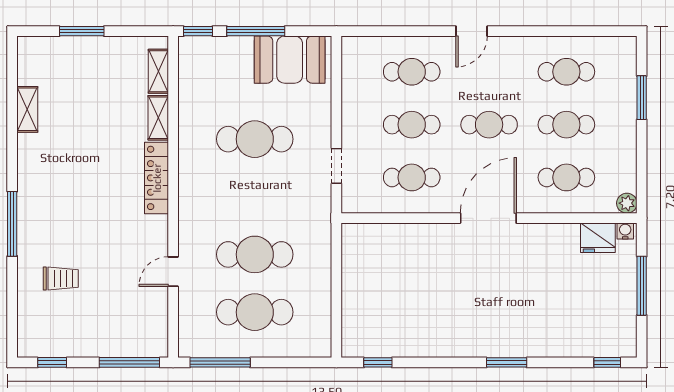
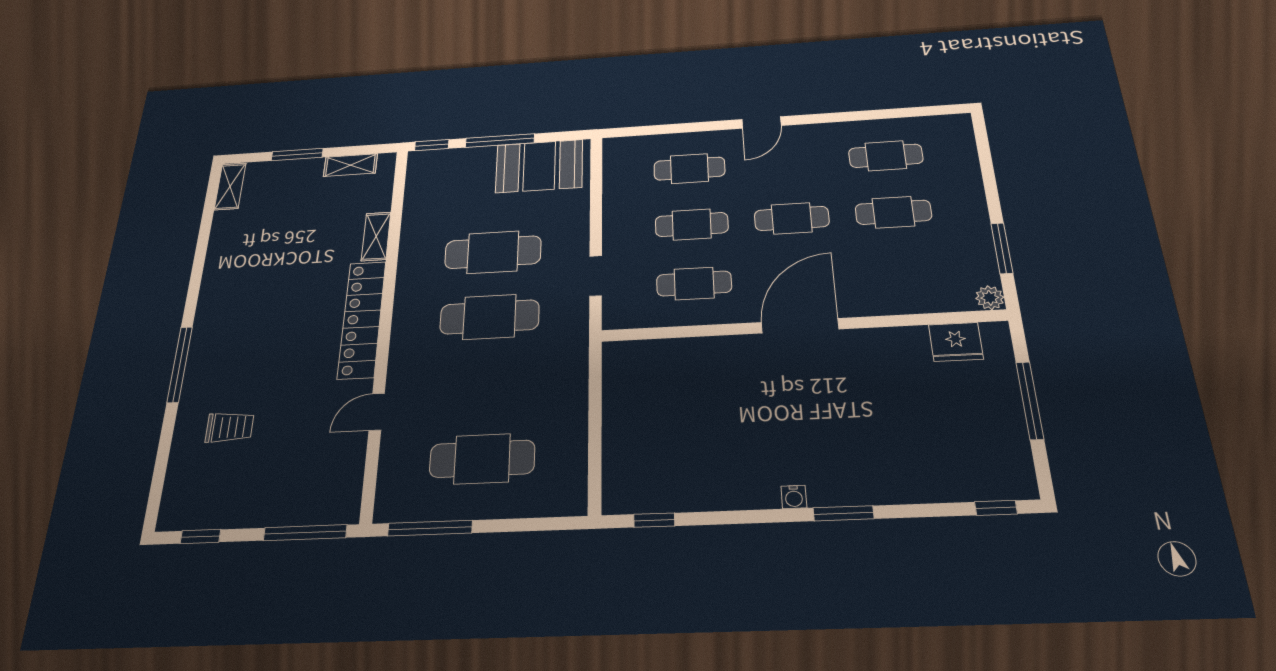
shelving: (158, 71) -> (350, 165), moved, turned 90
window: (642, 98) -> (1002, 248), moved
shelving: (27, 109) -> (230, 186), moved
cafe table: (566, 177) -> (901, 272), removed
locker: (157, 178) -> (362, 319), width x1.41, depth x1.21
water cooler: (625, 231) -> (794, 497), moved, turned 180
cafe table: (255, 254) -> (490, 317), moved

